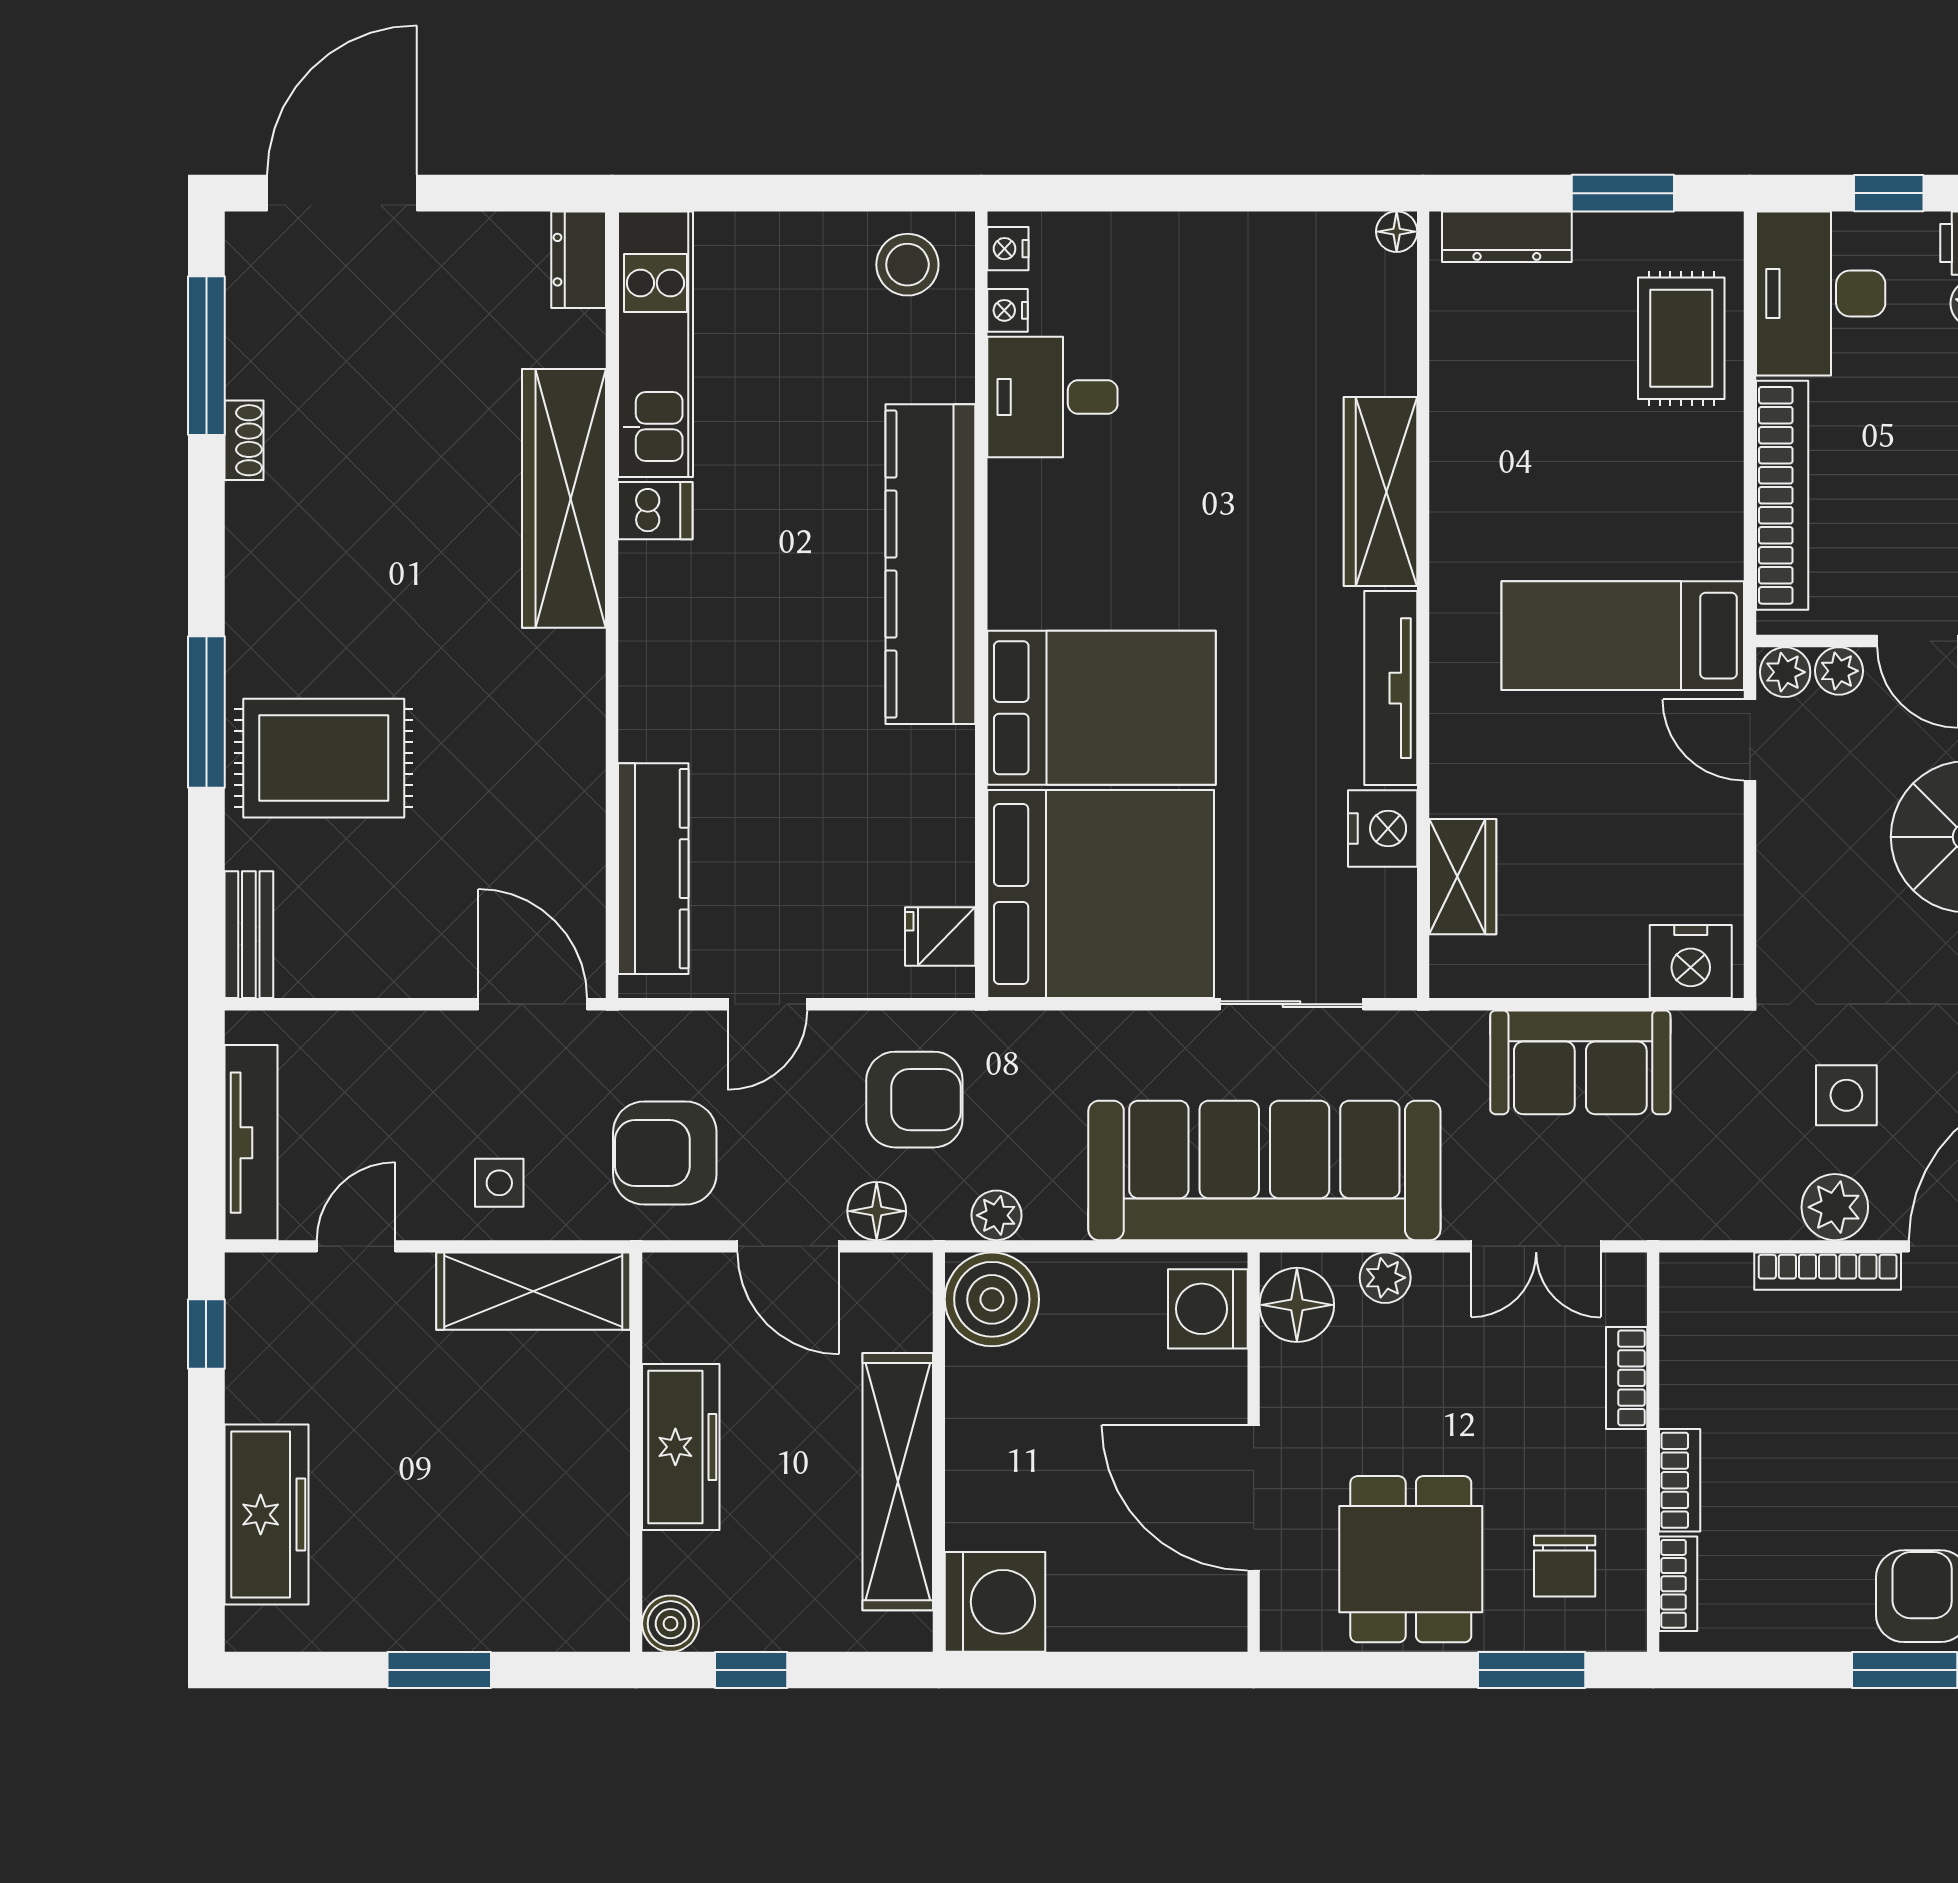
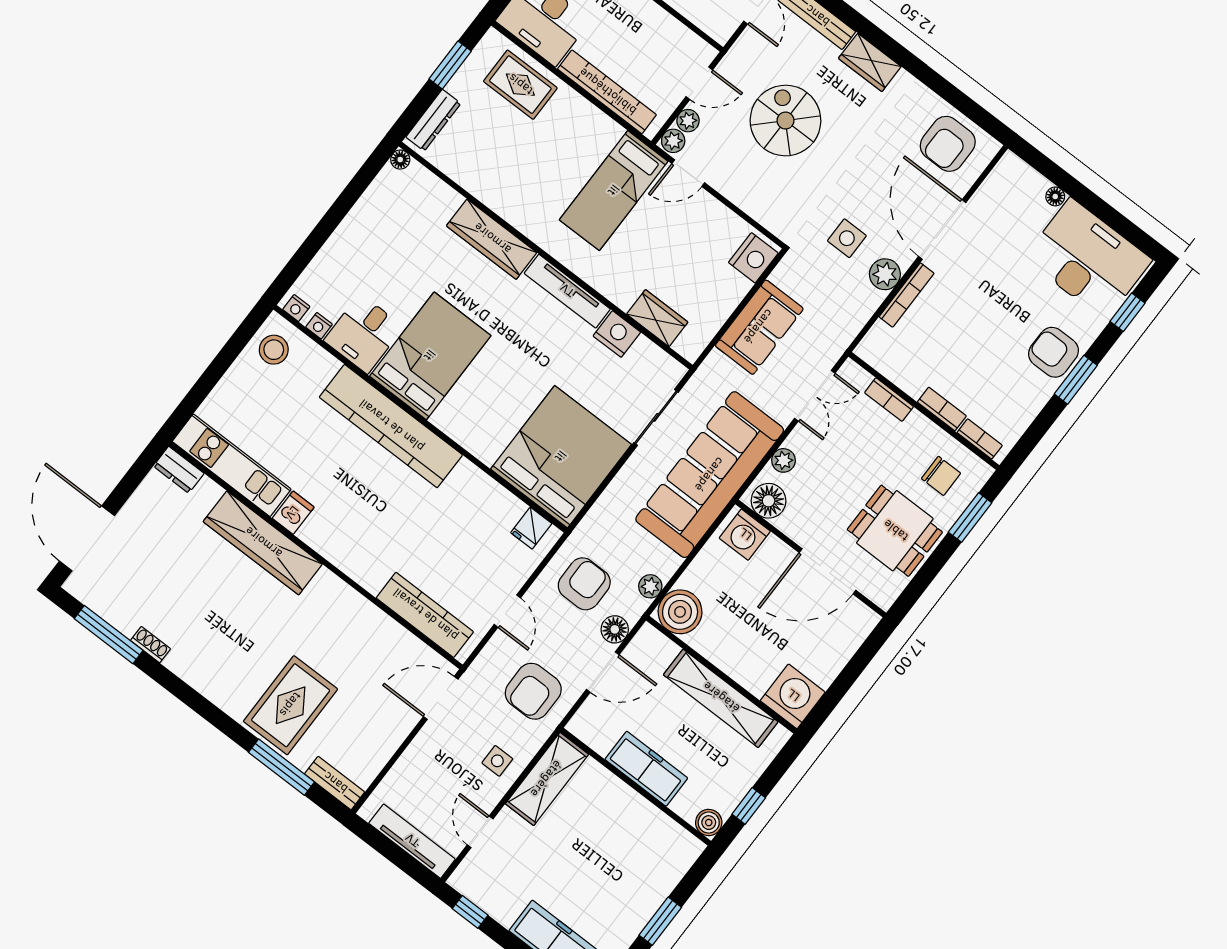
bed: (1101, 708) -> (430, 356), moved
window: (206, 712) -> (281, 767), moved

